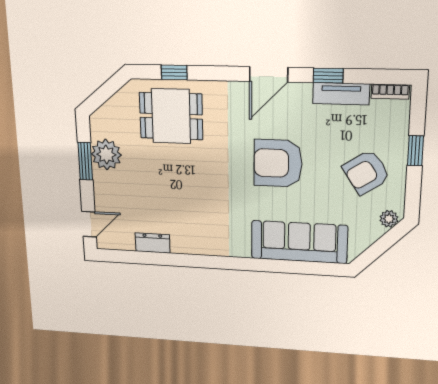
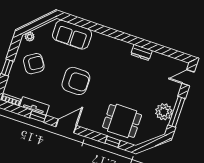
window: (85, 161) -> (177, 112), width x1.44
sofa: (299, 242) -> (72, 35), width x0.73
dresser: (153, 243) -> (141, 53), moved

